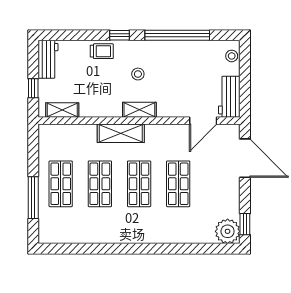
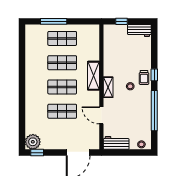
trolley: (102, 51) -> (144, 78), moved
shelving: (62, 110) -> (108, 39), removed
door: (203, 121) -> (101, 115), moved

